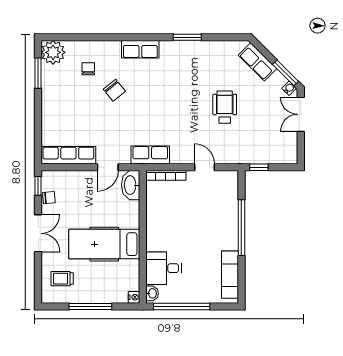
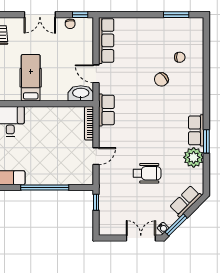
row of seats: (140, 49) -> (196, 130), moved
plant: (53, 52) -> (194, 157), moved
hospital bed: (104, 244) -> (31, 78), width x0.73, depth x0.77

